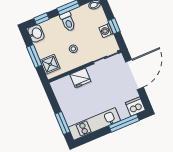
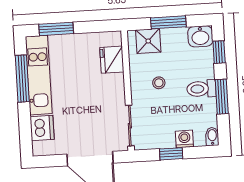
washing machine: (106, 31) -> (184, 139), moved
fridge: (80, 78) -> (112, 60), moved
dishwasher: (135, 106) -> (42, 128), moved
window: (124, 123) -> (22, 79), moved

